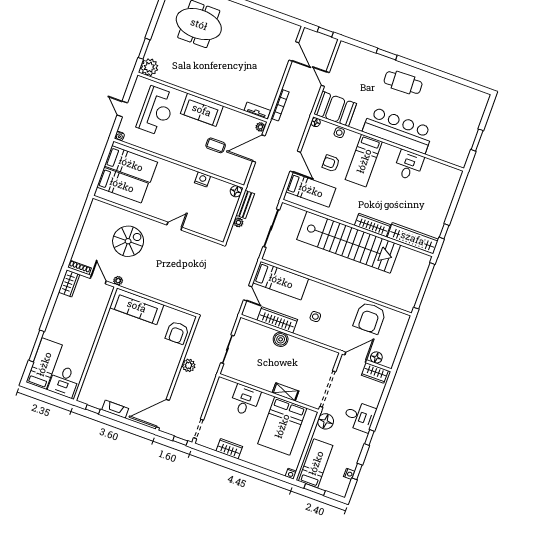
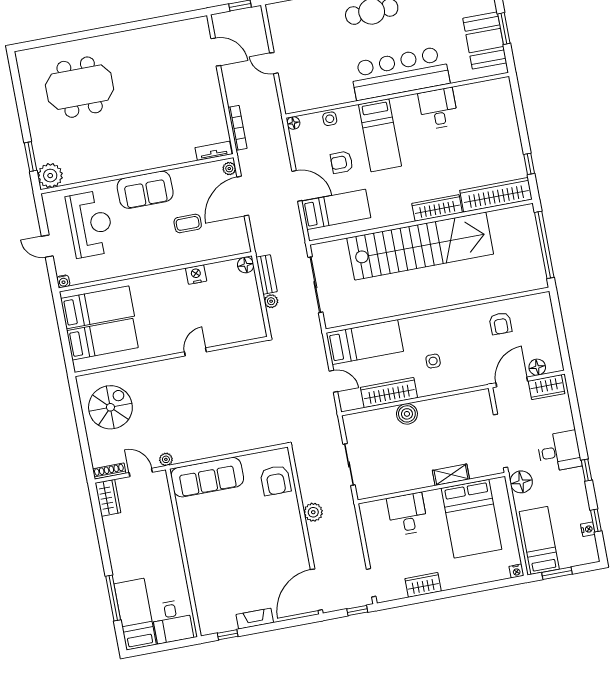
booth: (335, 109) -> (485, 41), moved, turned 90
spiral stairs: (128, 241) -> (110, 407), moved
armchair: (370, 318) -> (501, 324), width x0.53, depth x0.53

